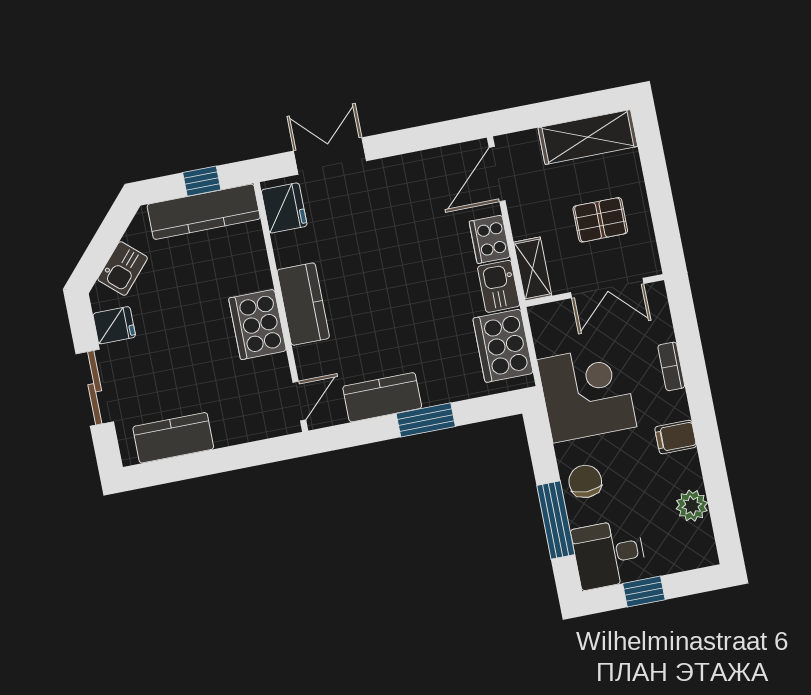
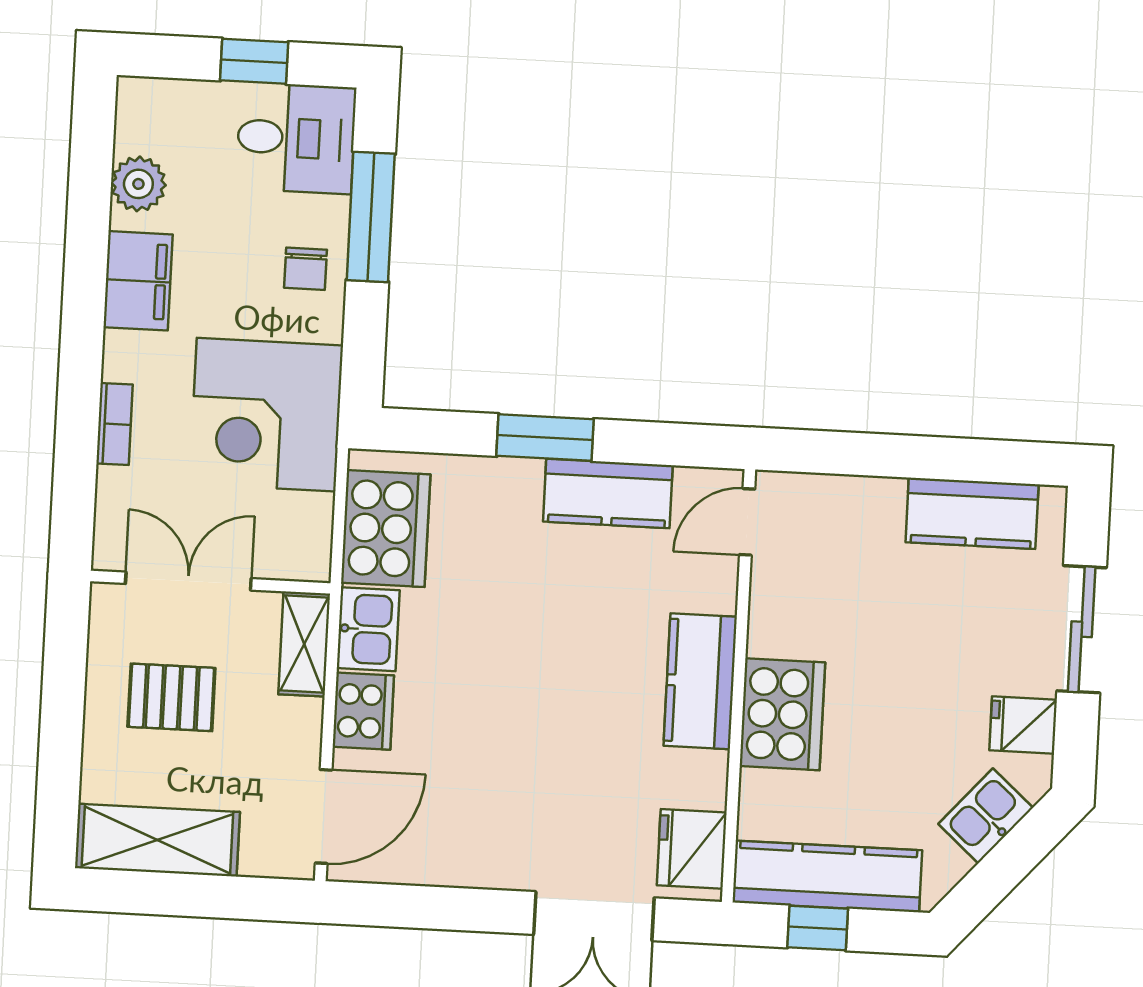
cooker: (257, 324) -> (782, 714), moved
filing cabinet: (676, 437) -> (138, 281), width x2.00
chair: (585, 481) -> (306, 269), width x0.73, depth x0.73

